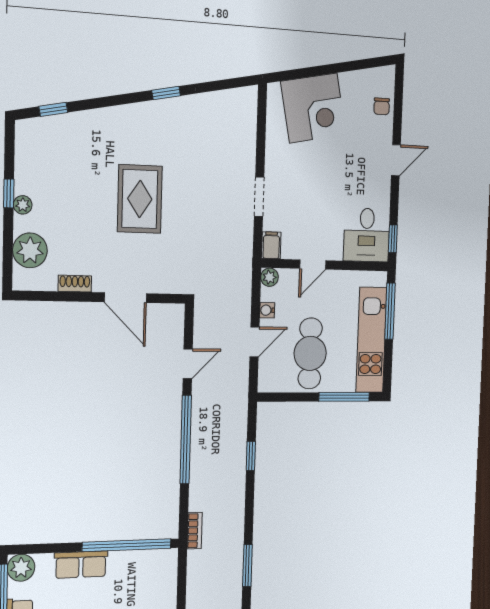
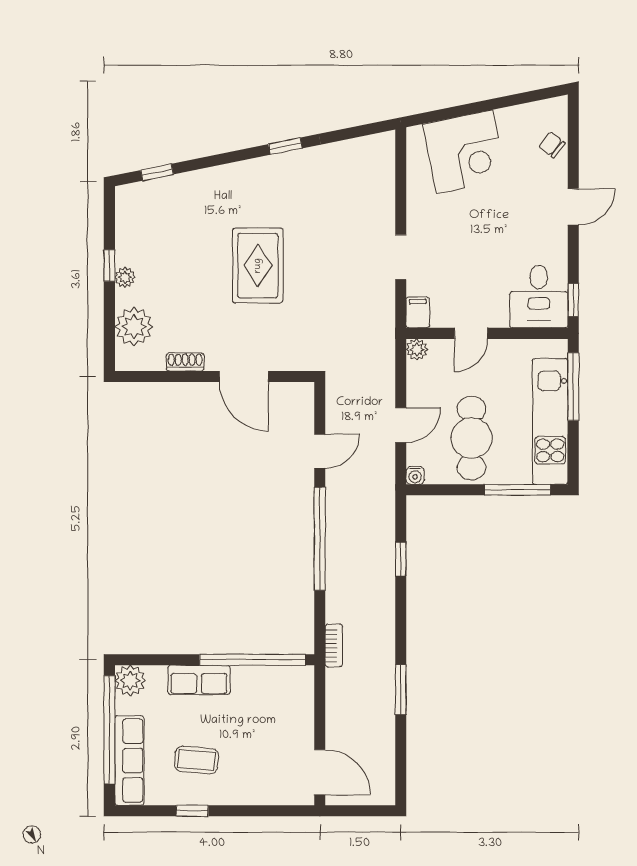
chair: (382, 106) -> (552, 145), turned 128
water cooler: (267, 310) -> (415, 475), moved, turned -90

